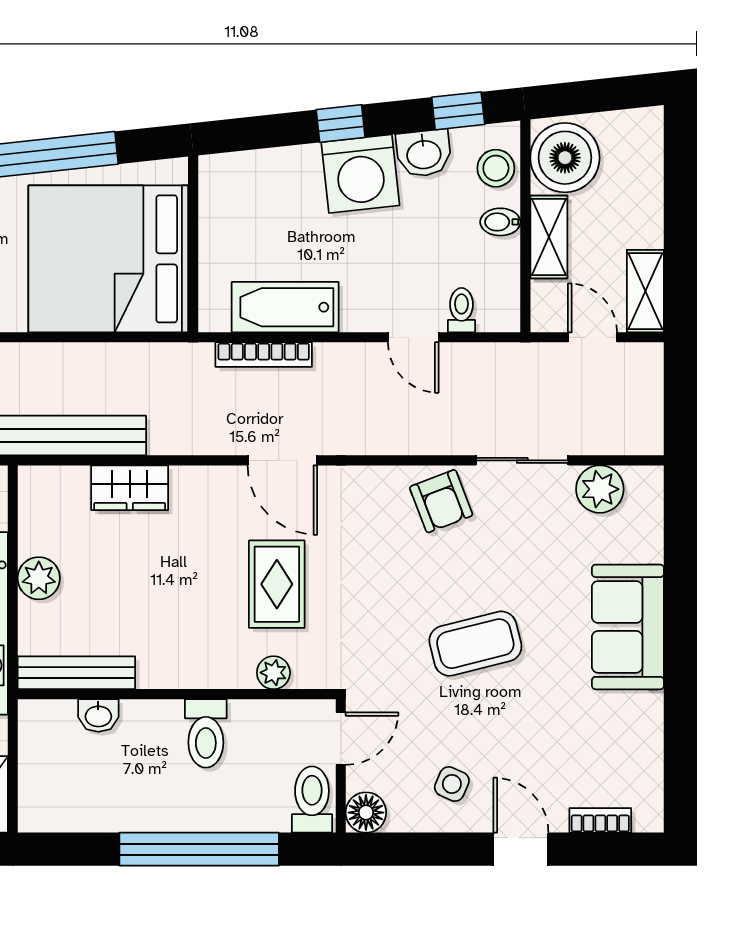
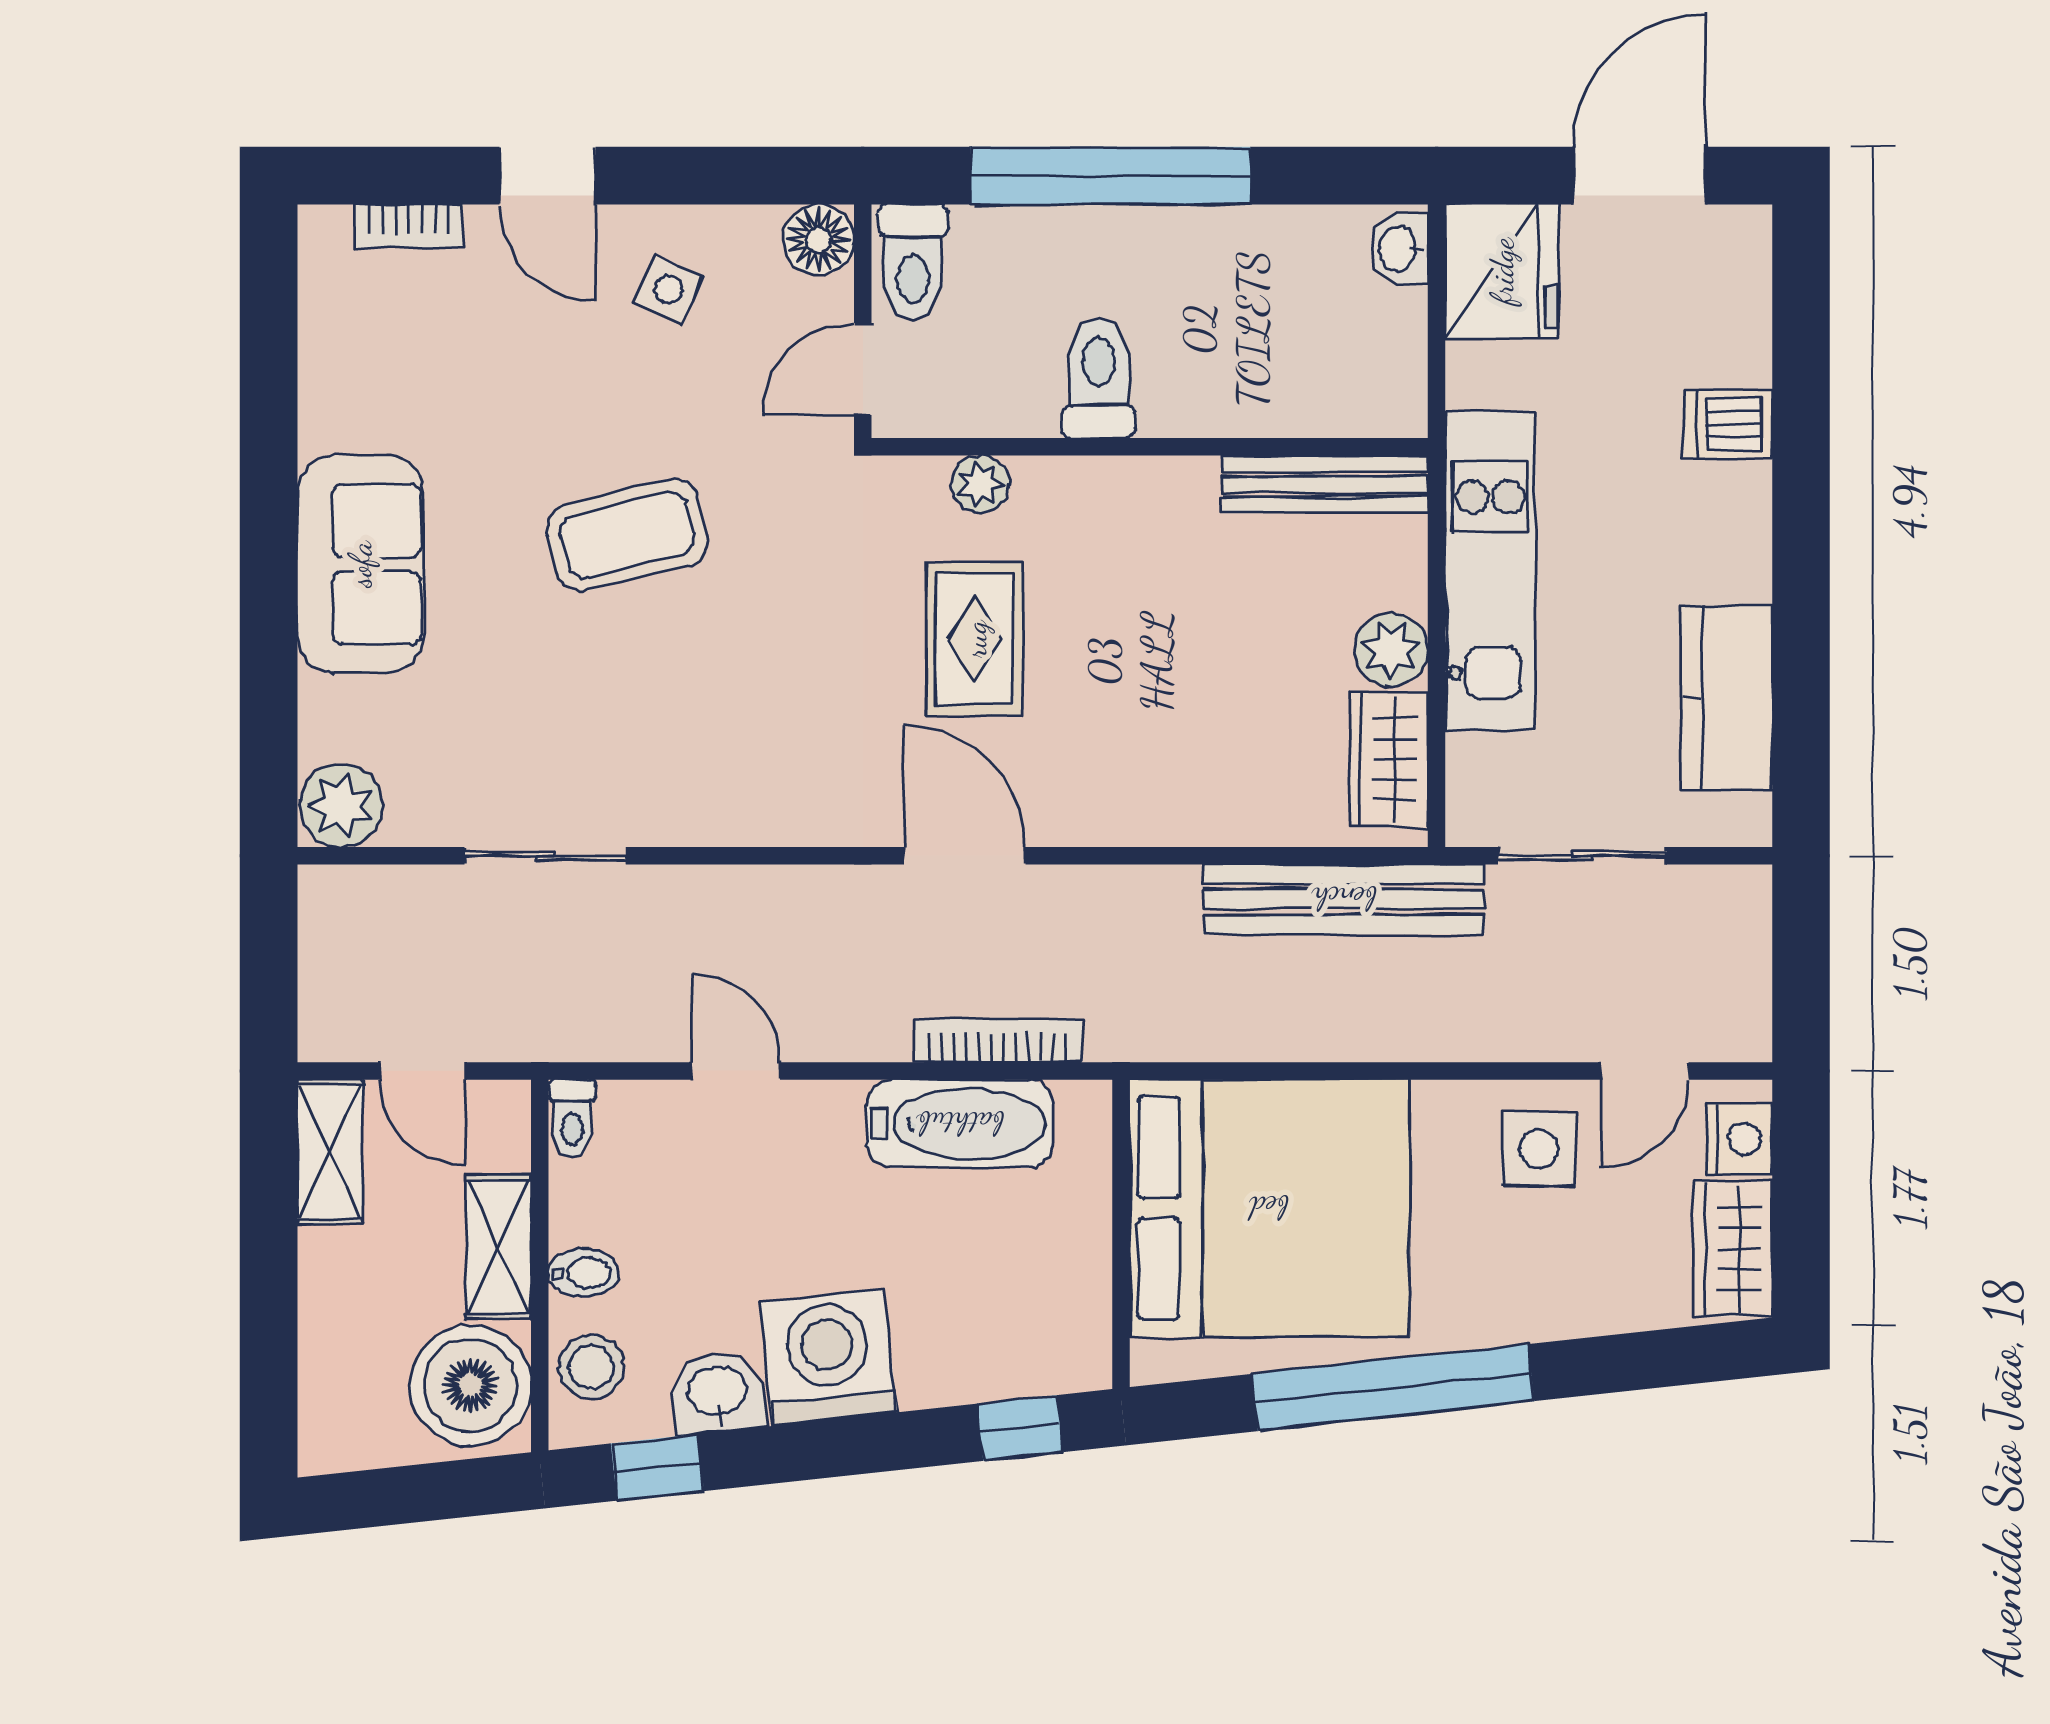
window: (341, 124) -> (1020, 1428), moved
toilet: (461, 310) -> (572, 1118), moved
wardrobe: (130, 488) -> (1389, 760), moved, turned -90
plant: (600, 489) -> (341, 806), moved
armchair: (441, 501) -> (687, 784), removed
washbasin: (98, 715) -> (1399, 248), moved, turned -90

